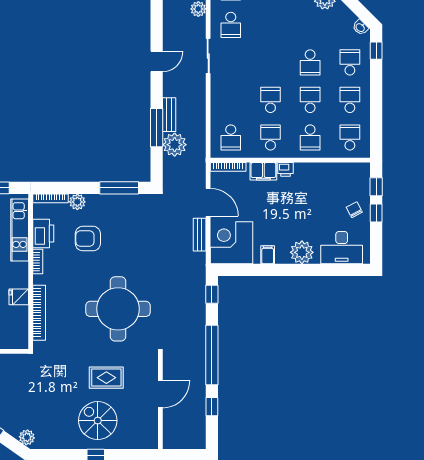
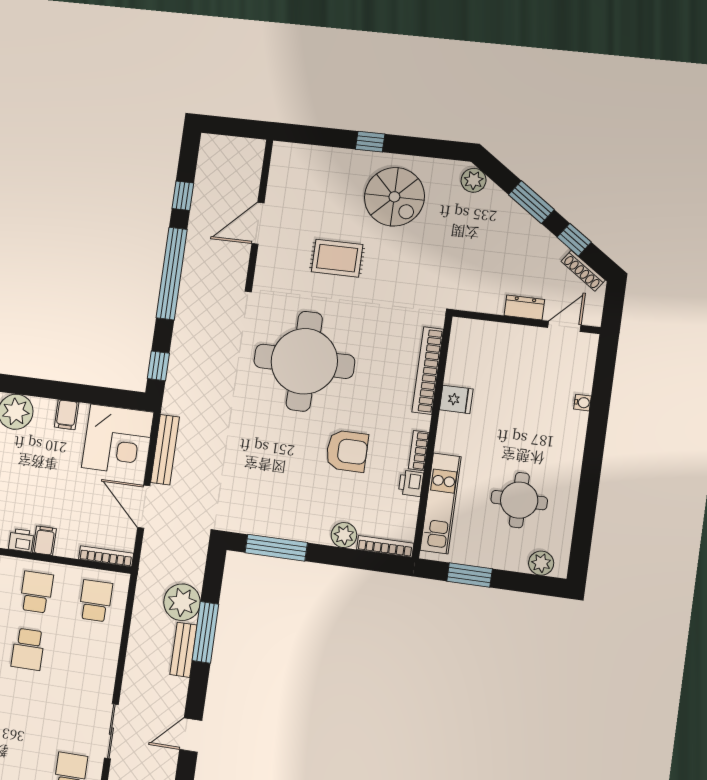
school desk: (270, 137) -> (36, 592), turned 180
filing cabinet: (263, 171) -> (45, 541), width x0.50
printer: (43, 233) -> (411, 483), width x0.53, depth x0.68
bench: (200, 235) -> (165, 450), width x1.36
armchair: (88, 239) -> (347, 451), moved
spiral stairs: (98, 421) -> (394, 197), moved

